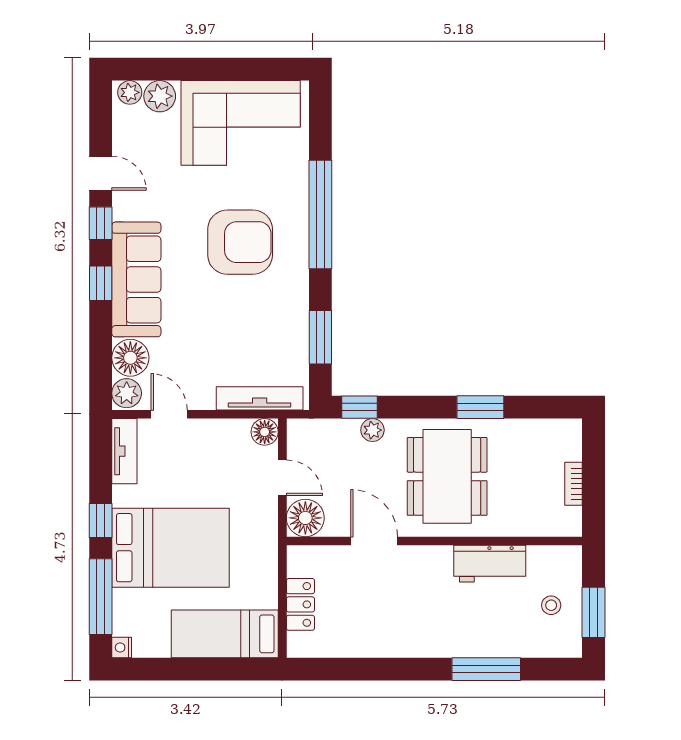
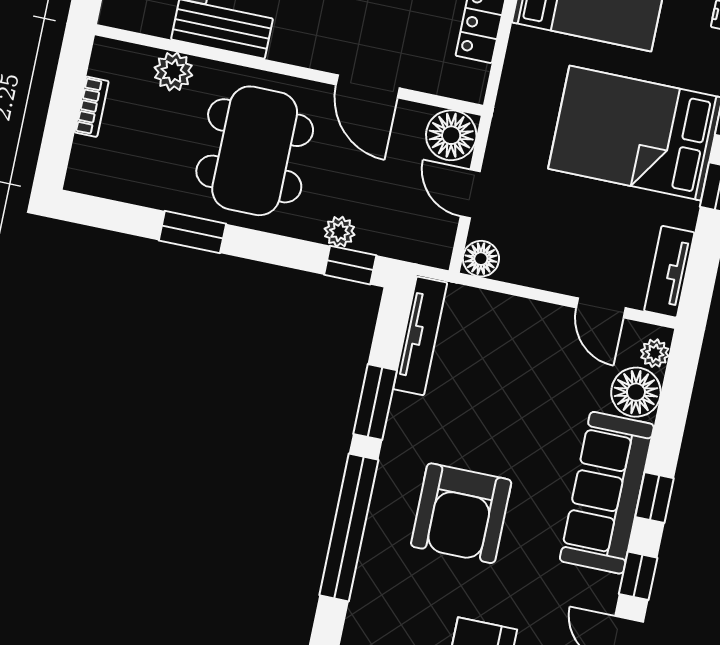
armchair: (240, 242) -> (461, 513), turned -90
window: (320, 337) -> (375, 402), moved
plant: (127, 393) -> (655, 353), width x0.73, depth x0.73
tv unit: (260, 398) -> (420, 336), moved, turned -90
plant: (519, 522) -> (173, 71), added

